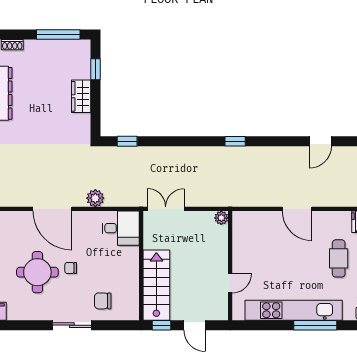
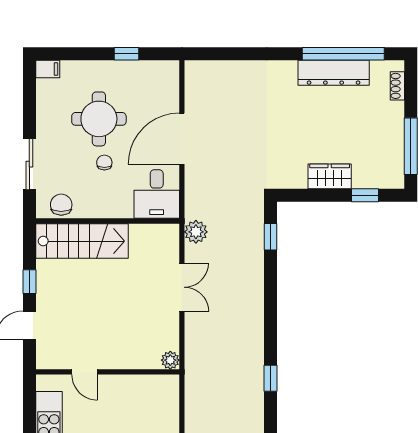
plant: (95, 198) -> (196, 232), moved
desk: (121, 228) -> (157, 194), moved
wall: (141, 266) -> (108, 221), moved
stairs: (156, 285) -> (82, 241), moved

